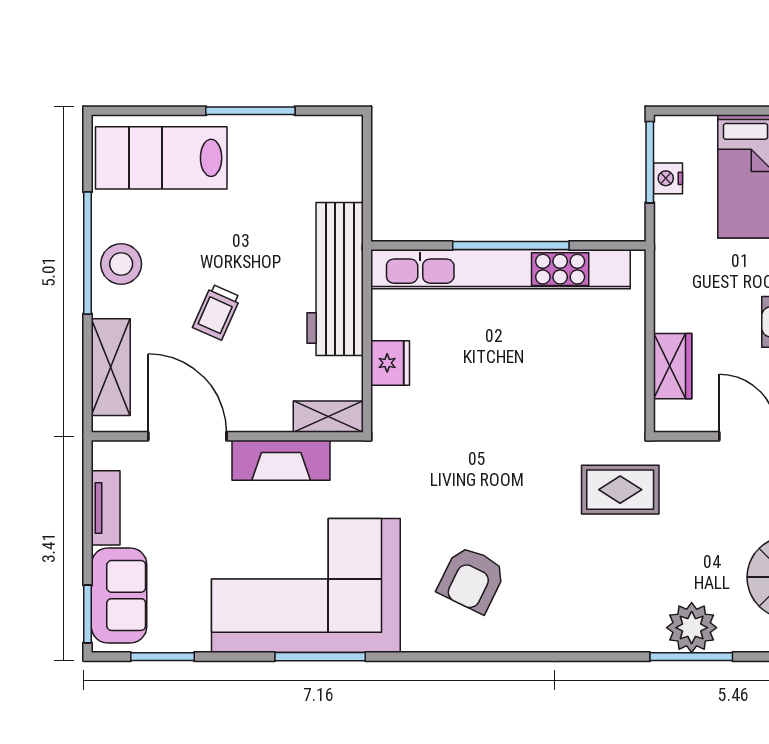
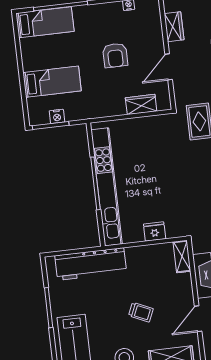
workbench: (335, 279) -> (91, 264), moved
door: (187, 436) -> (198, 319), width x0.73

